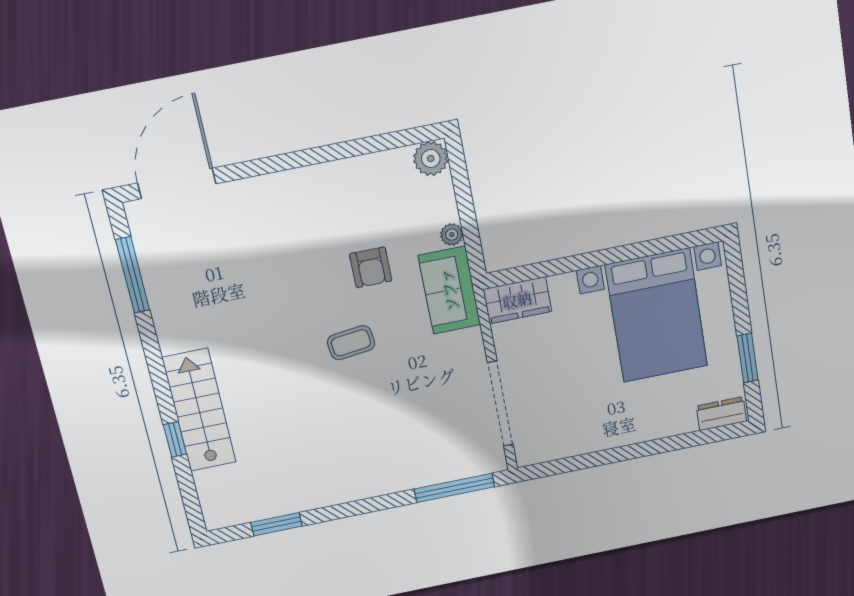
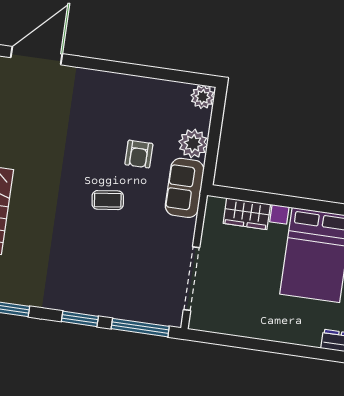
plant: (452, 235) -> (193, 144), width x1.88, depth x1.88
wardrobe: (517, 300) -> (247, 214), moved
window: (371, 505) -> (80, 319), added

